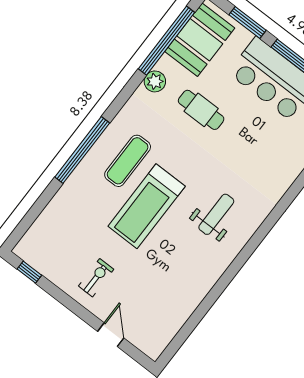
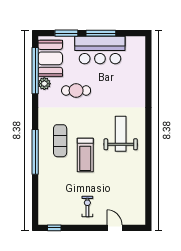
plant: (155, 81) -> (44, 84), moved
treadmill: (147, 206) -> (85, 155), width x0.73, depth x0.73
weight bench: (216, 214) -> (121, 134), width x1.36, depth x1.33

